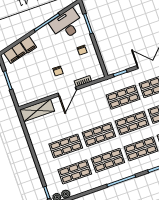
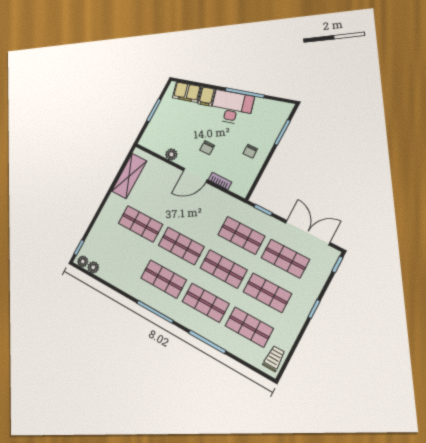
desk: (67, 25) -> (232, 107), moved
plant: (43, 94) -> (171, 154), added
shelving: (37, 110) -> (129, 176), moved, turned 90
shop shelf: (75, 172) -> (123, 256), removed

